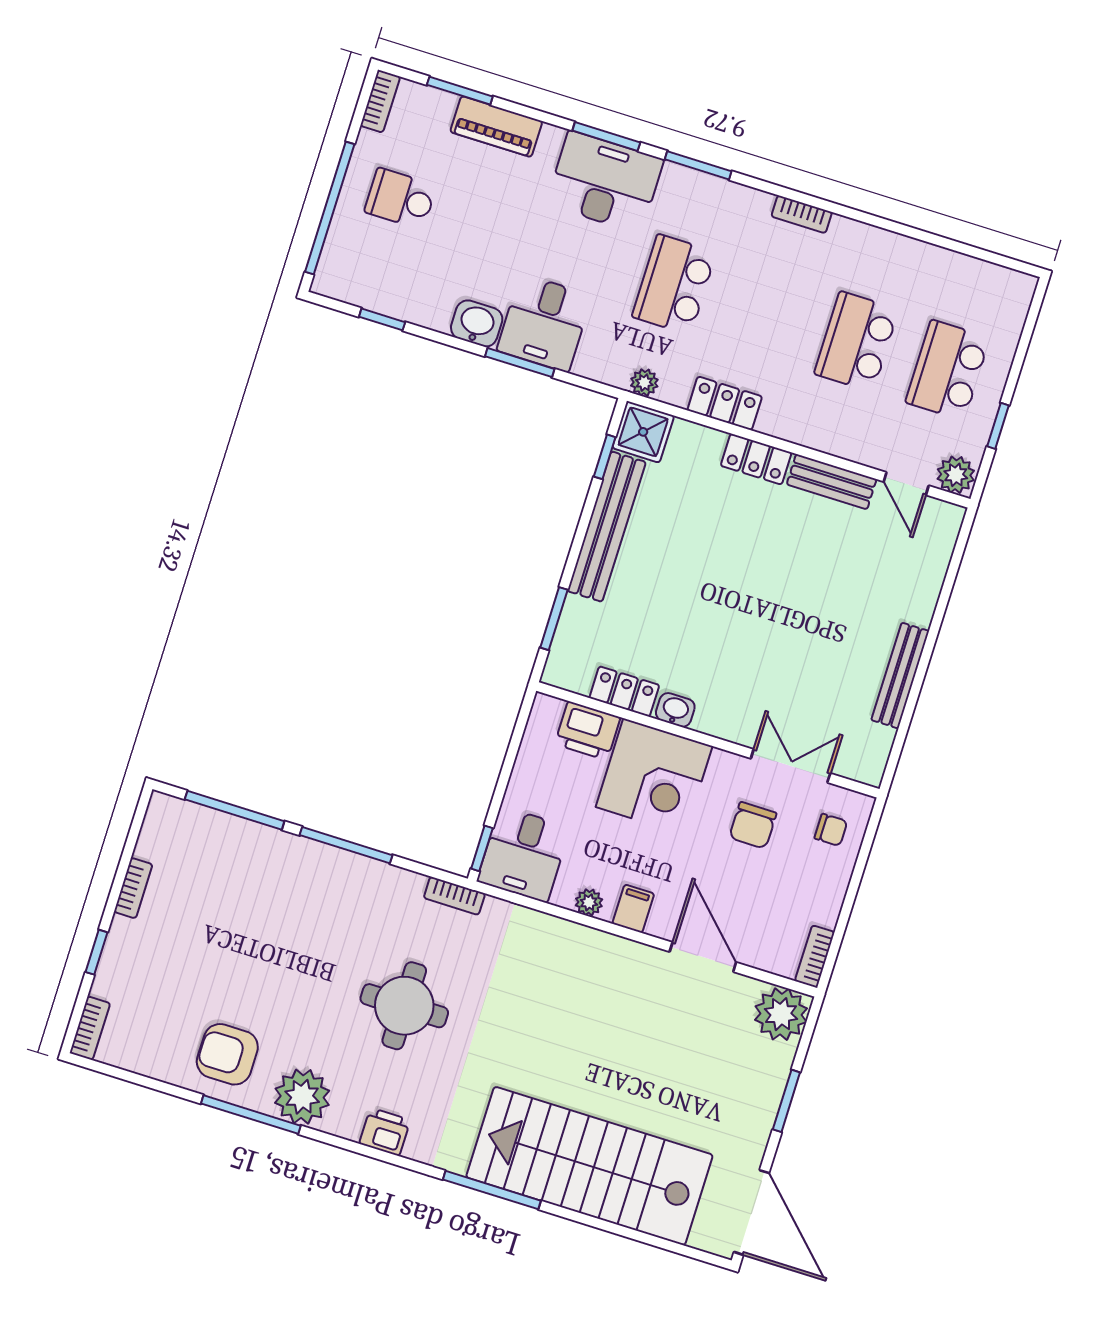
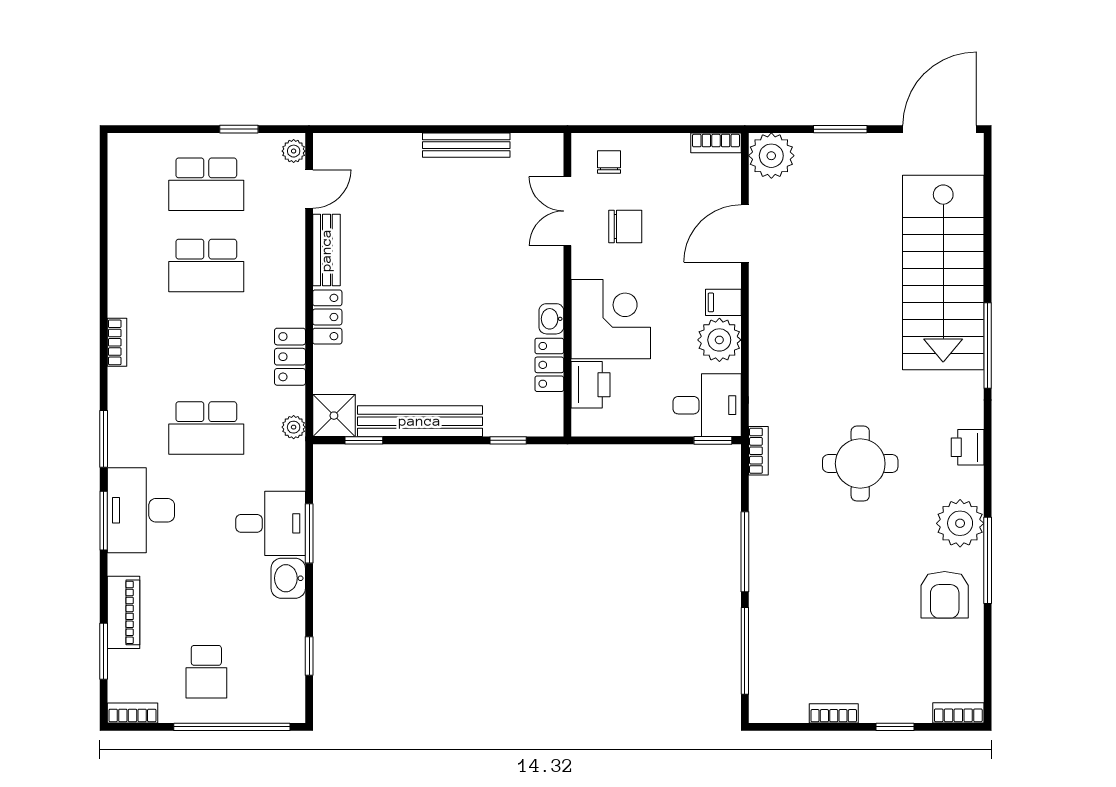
plant: (956, 475) -> (294, 151), width x0.73, depth x0.73
window: (554, 619) -> (508, 440), width x0.67
plant: (589, 902) -> (719, 340), width x1.88, depth x1.88

